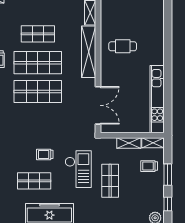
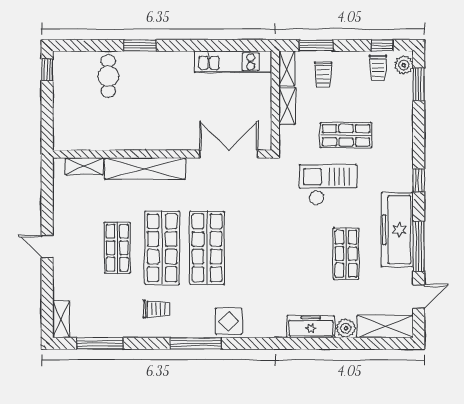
cafe table: (123, 46) -> (108, 76), moved
window: (168, 49) -> (140, 45), added
kitchen unit: (157, 99) -> (233, 62), width x0.73
trolley: (45, 154) -> (378, 68), moved
window: (168, 175) -> (316, 45), moved

